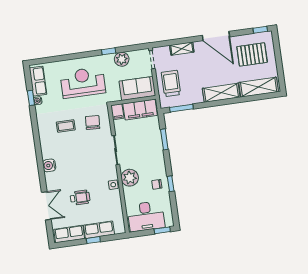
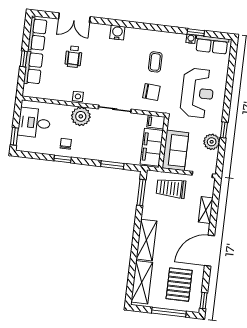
window: (278, 57) -> (169, 312), added
trolley: (171, 84) -> (171, 188), turned 180
desk: (146, 216) -> (34, 123), width x0.73

